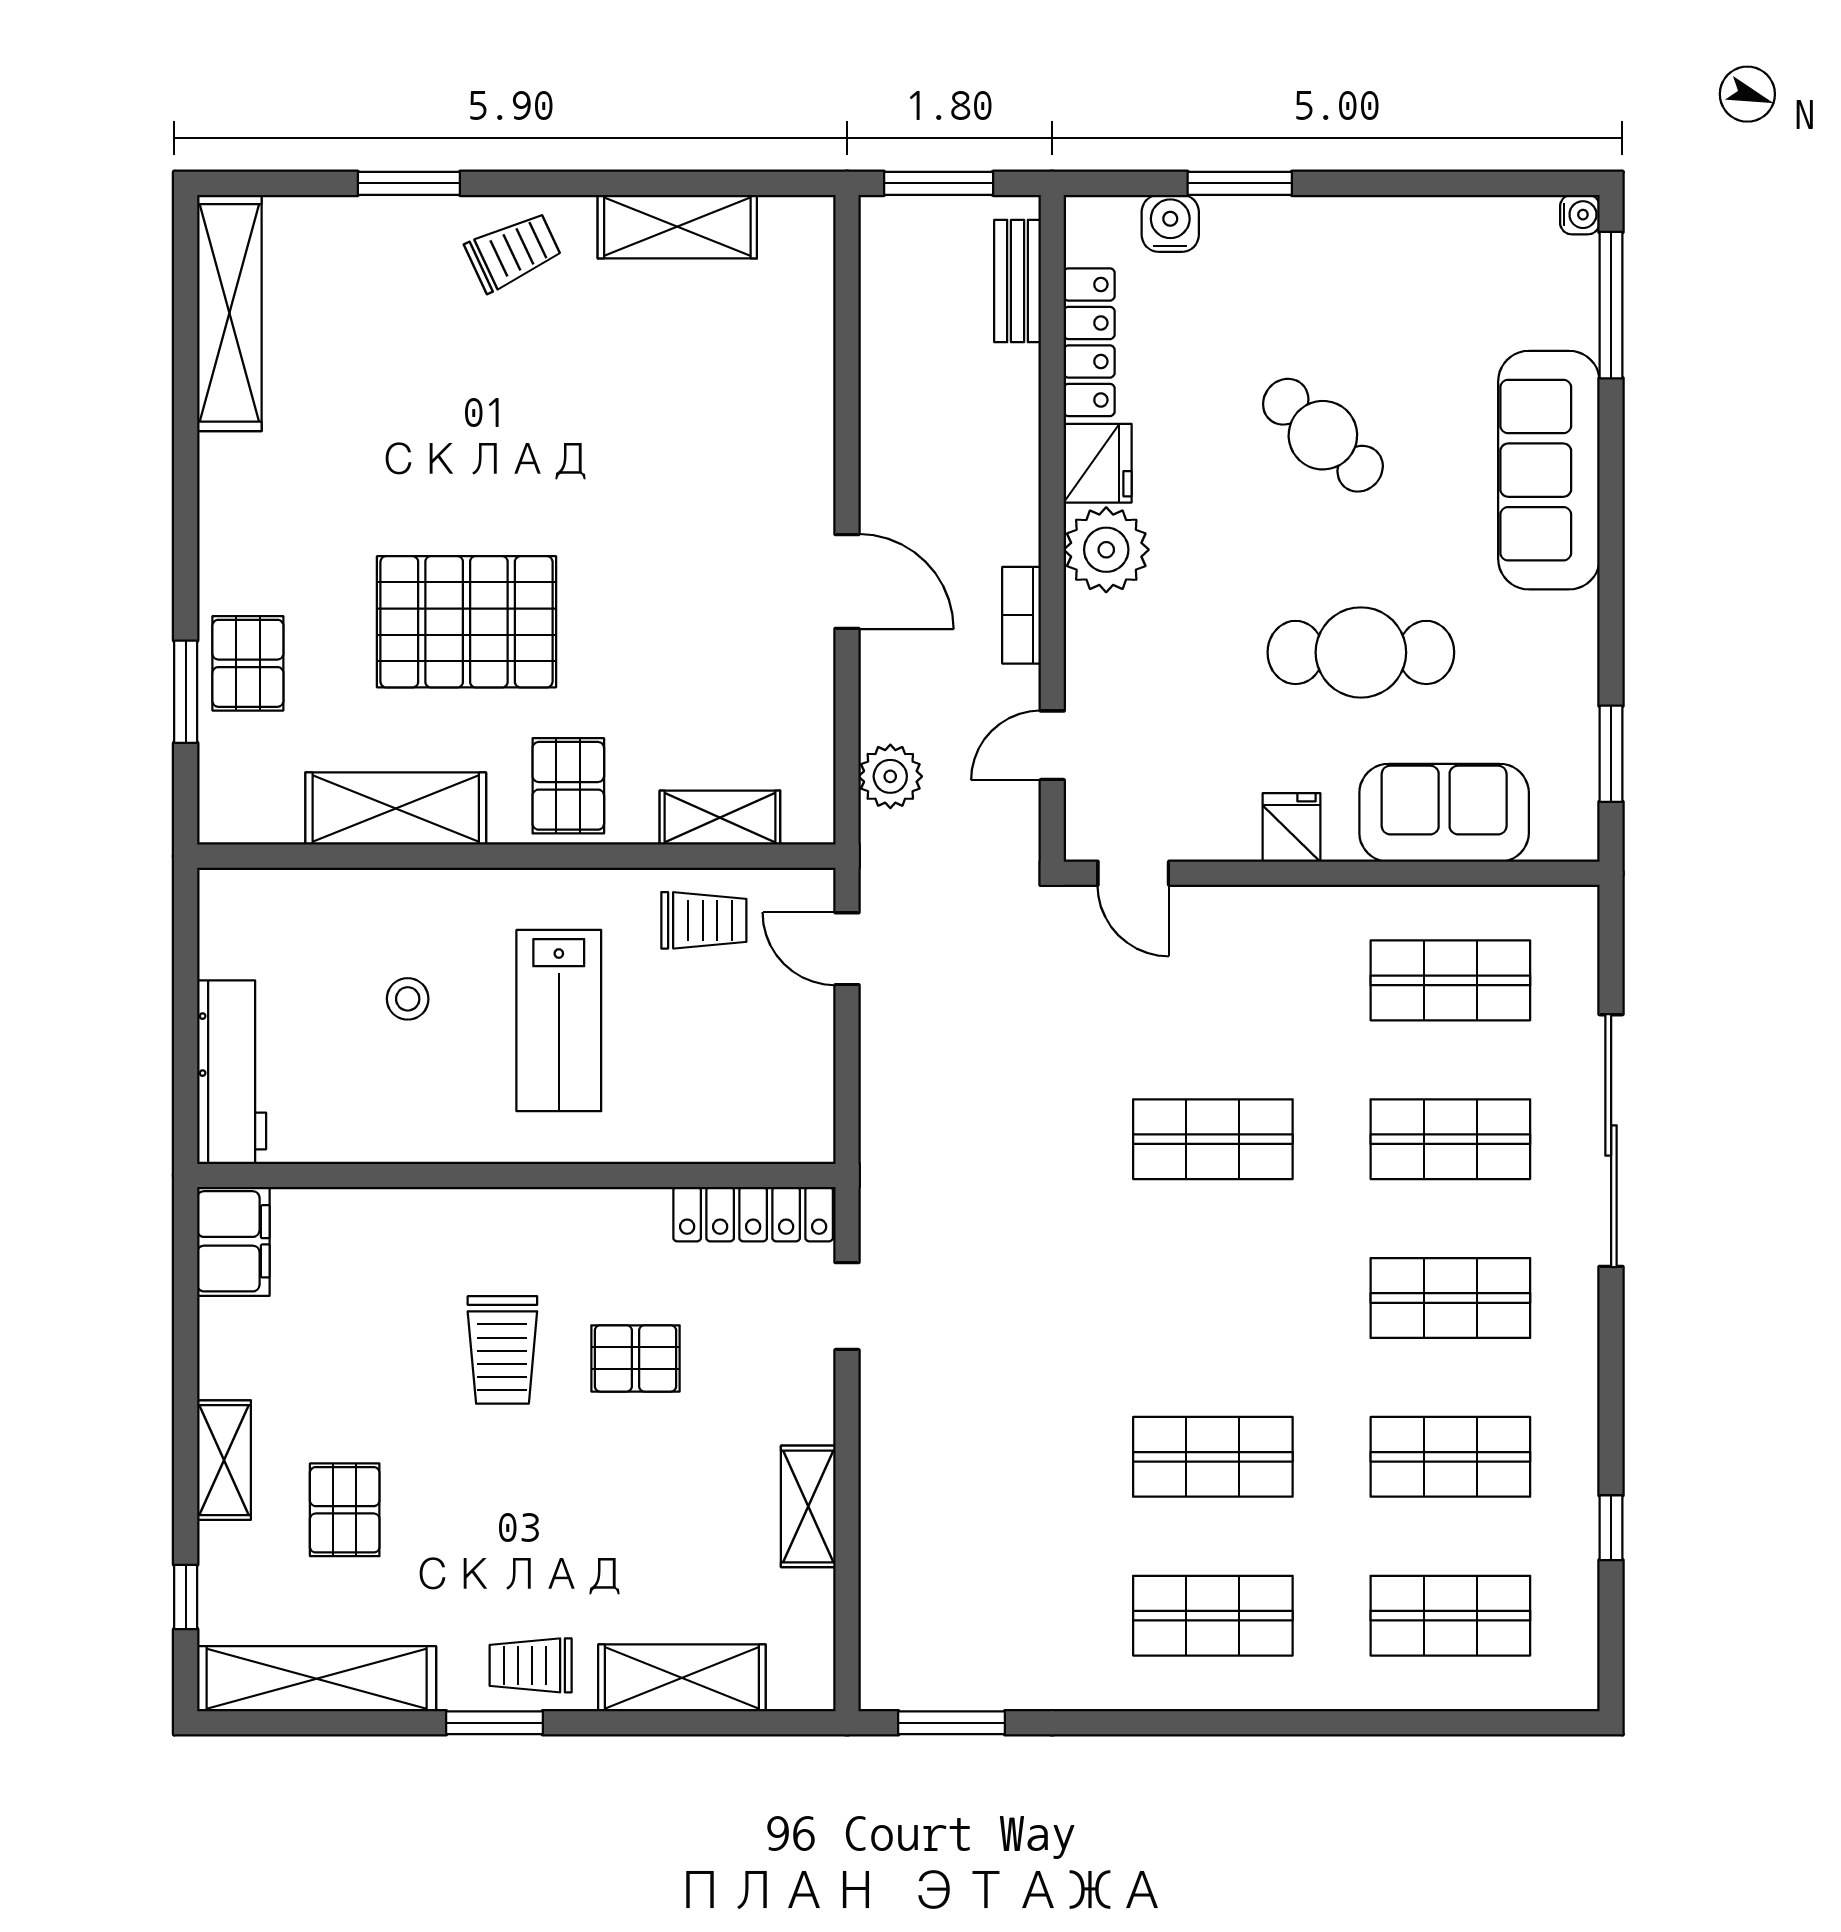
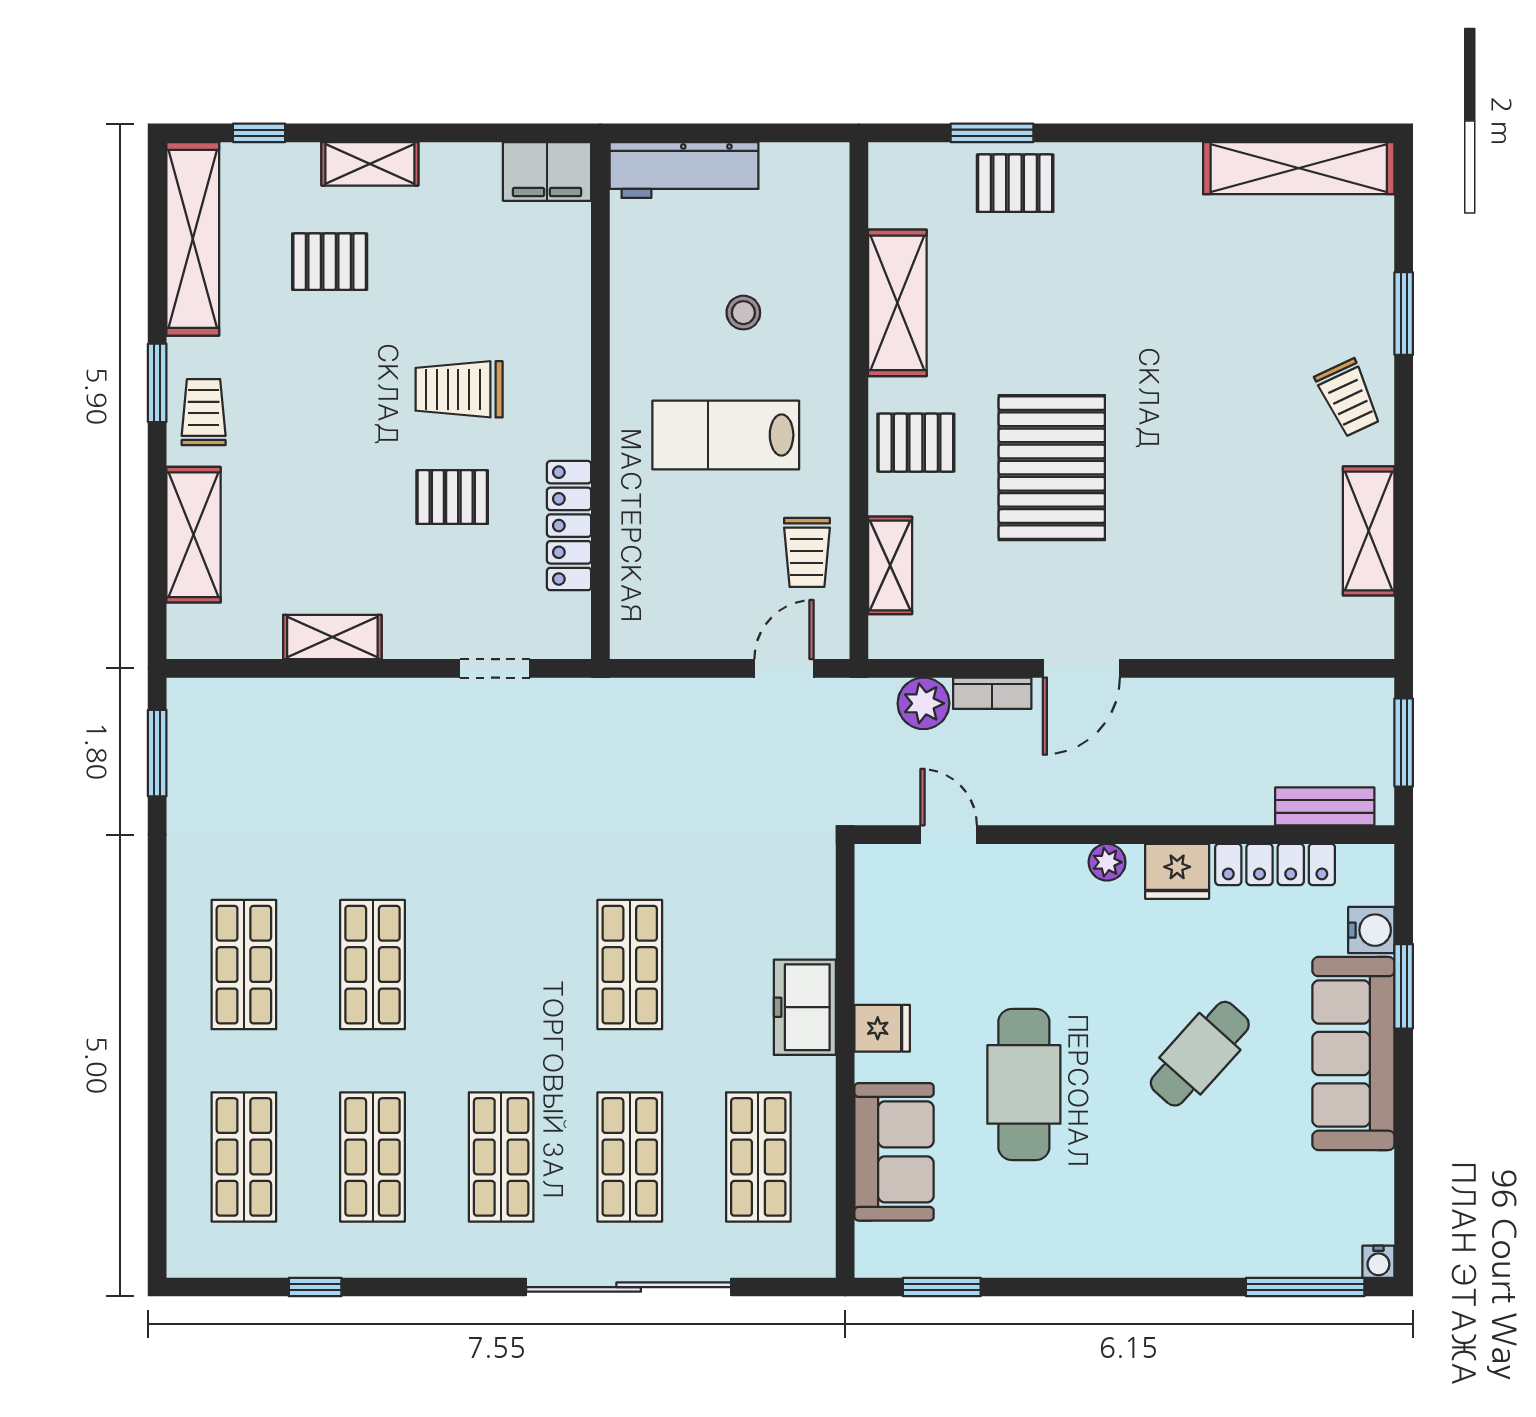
sofa: (1549, 470) -> (1353, 1053), moved, turned -90
plant: (1106, 550) -> (1107, 862), width x0.53, depth x0.53
bookcase: (1022, 615) -> (992, 693), moved, turned 180
pallet: (467, 622) -> (1052, 468), moved
door: (1133, 873) -> (845, 900), removed
freezer: (1265, 923) -> (805, 1007), added
locker: (753, 1214) -> (569, 526), moved
pallet: (635, 1358) -> (452, 497), turned 90

